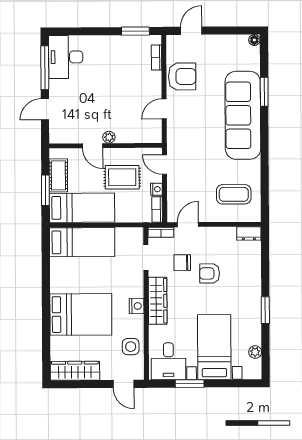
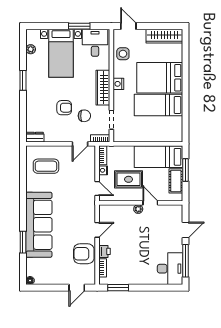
printer: (154, 80) -> (105, 251), added
bed: (82, 242) -> (158, 105), moved

